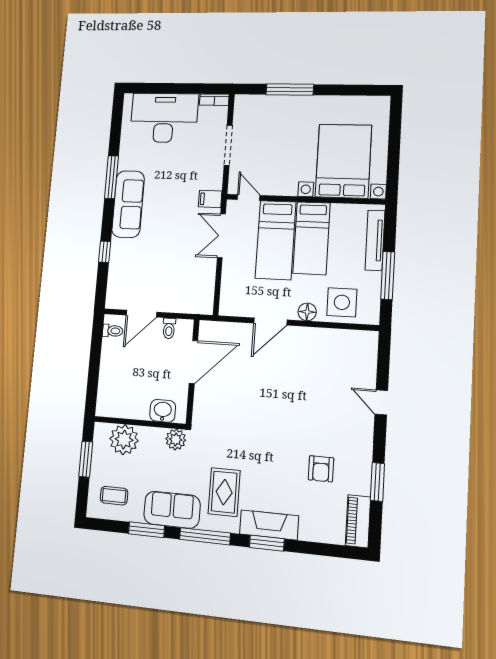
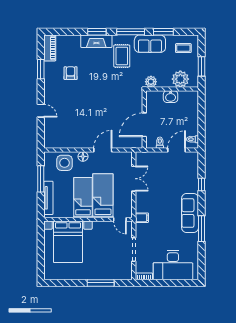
double door: (221, 236) -> (134, 179), moved
washbasin: (163, 411) -> (171, 97), moved

